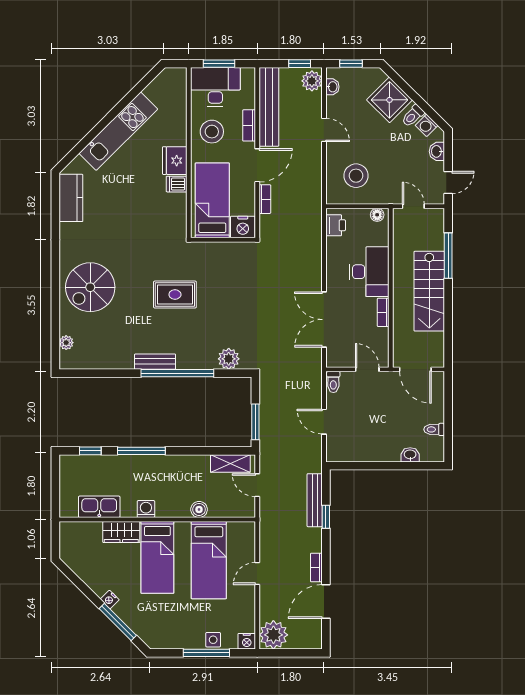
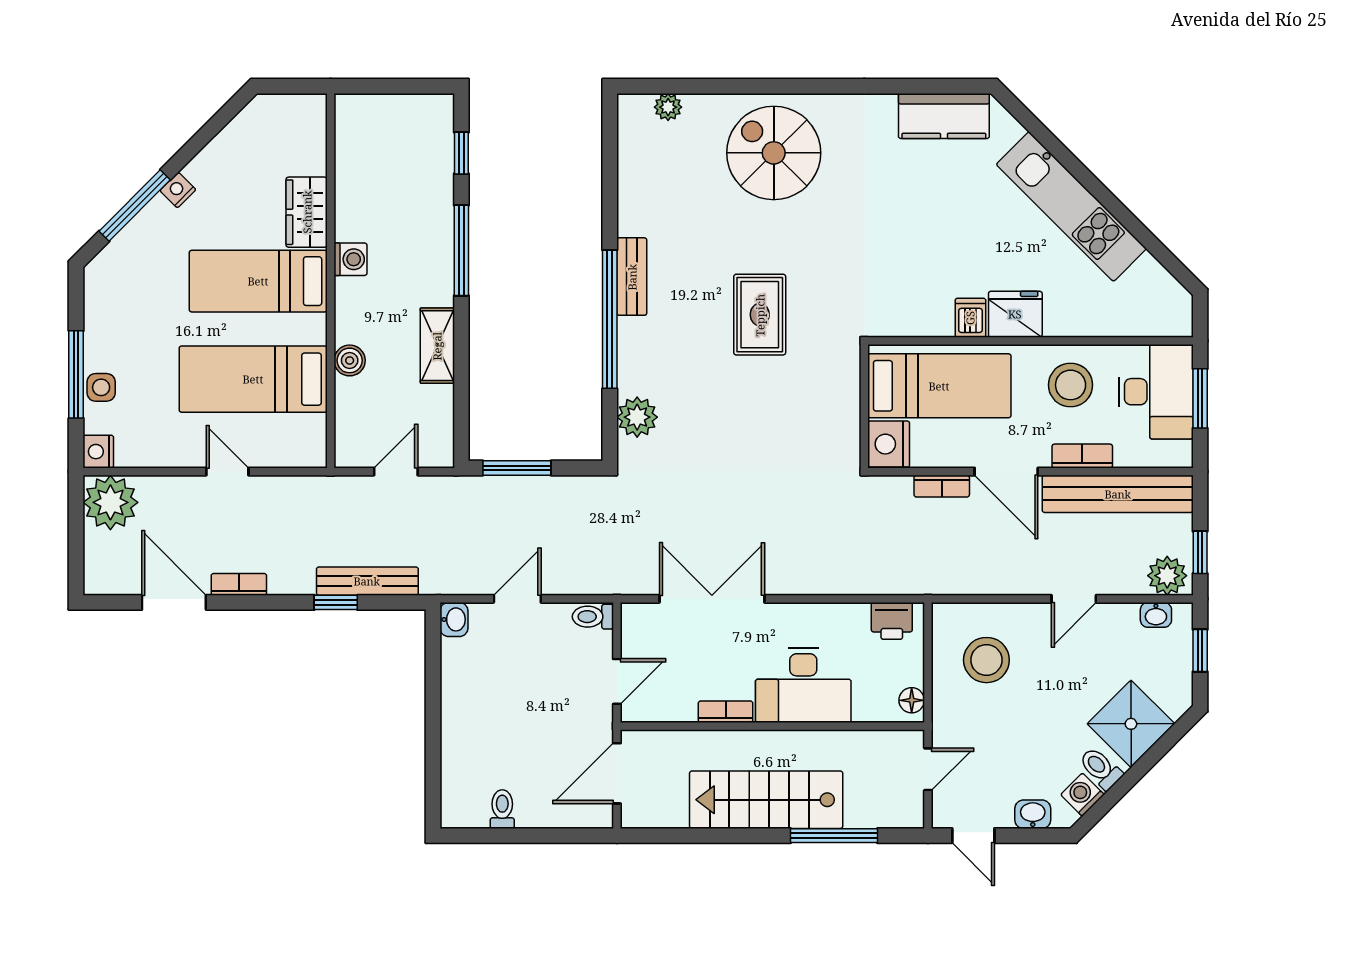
washbasin: (410, 455) -> (454, 619), moved
shelving: (230, 464) -> (437, 346), moved
kitchen sink: (99, 507) -> (355, 170), removed

